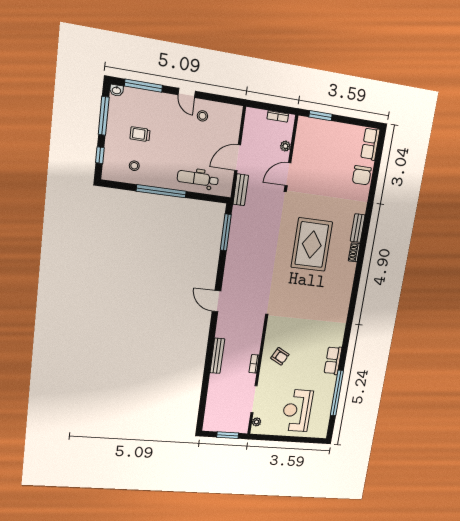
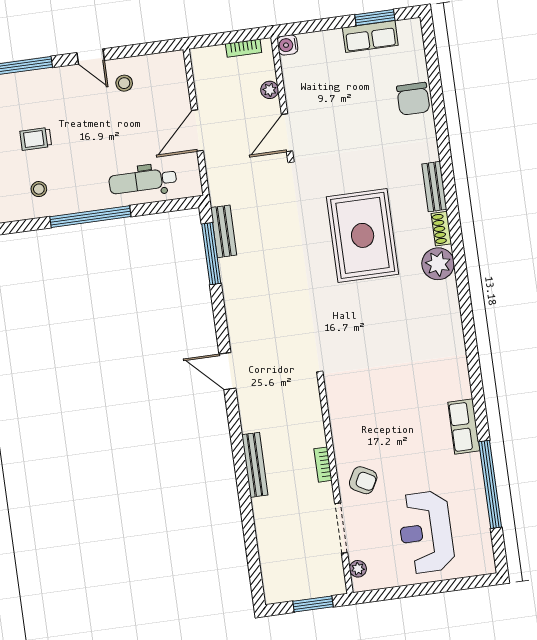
window: (321, 116) -> (375, 18), moved
water cooler: (303, 122) -> (288, 45), added
row of seats: (370, 144) -> (370, 37), moved, turned -90
bench: (241, 190) -> (224, 231), moved
plant: (347, 271) -> (438, 264), added
armchair: (280, 356) -> (363, 480), moved

